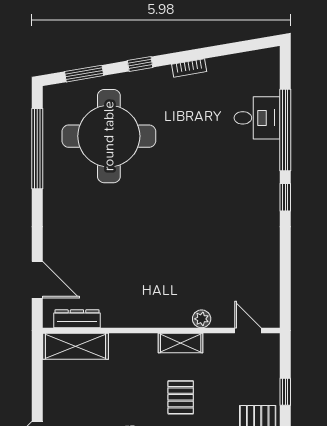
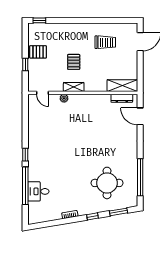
round table: (109, 136) -> (107, 183), width x0.73, depth x0.73

